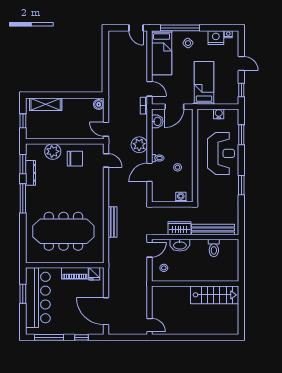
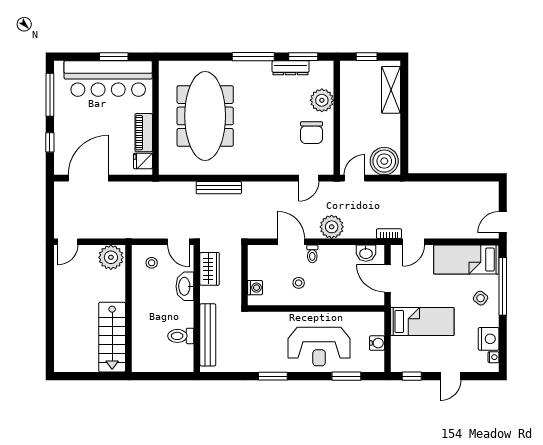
boiler: (99, 104) -> (384, 161), width x1.86, depth x1.86
wardrobe: (180, 228) -> (210, 269), moved
plant: (160, 296) -> (111, 257), added

